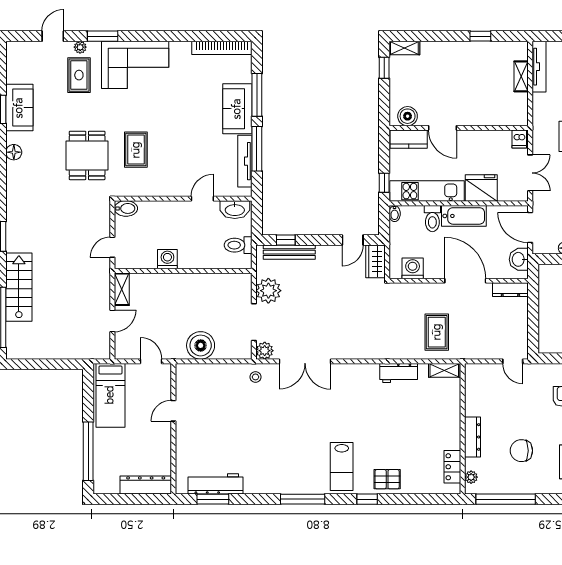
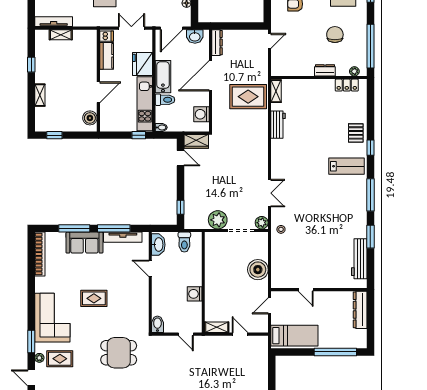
shelving: (404, 48) -> (40, 95), moved
kitchen counter: (409, 139) -> (107, 56), moved
rug: (136, 150) -> (94, 298), moved
bench: (289, 252) -> (190, 205), removed
rug: (437, 332) -> (248, 97), width x1.36, depth x1.43
double door: (305, 361) -> (269, 193), width x0.73
dresser: (473, 437) -> (325, 70), width x0.70
chair: (521, 451) -> (335, 35), turned 180
window: (213, 499) -> (370, 237), moved

